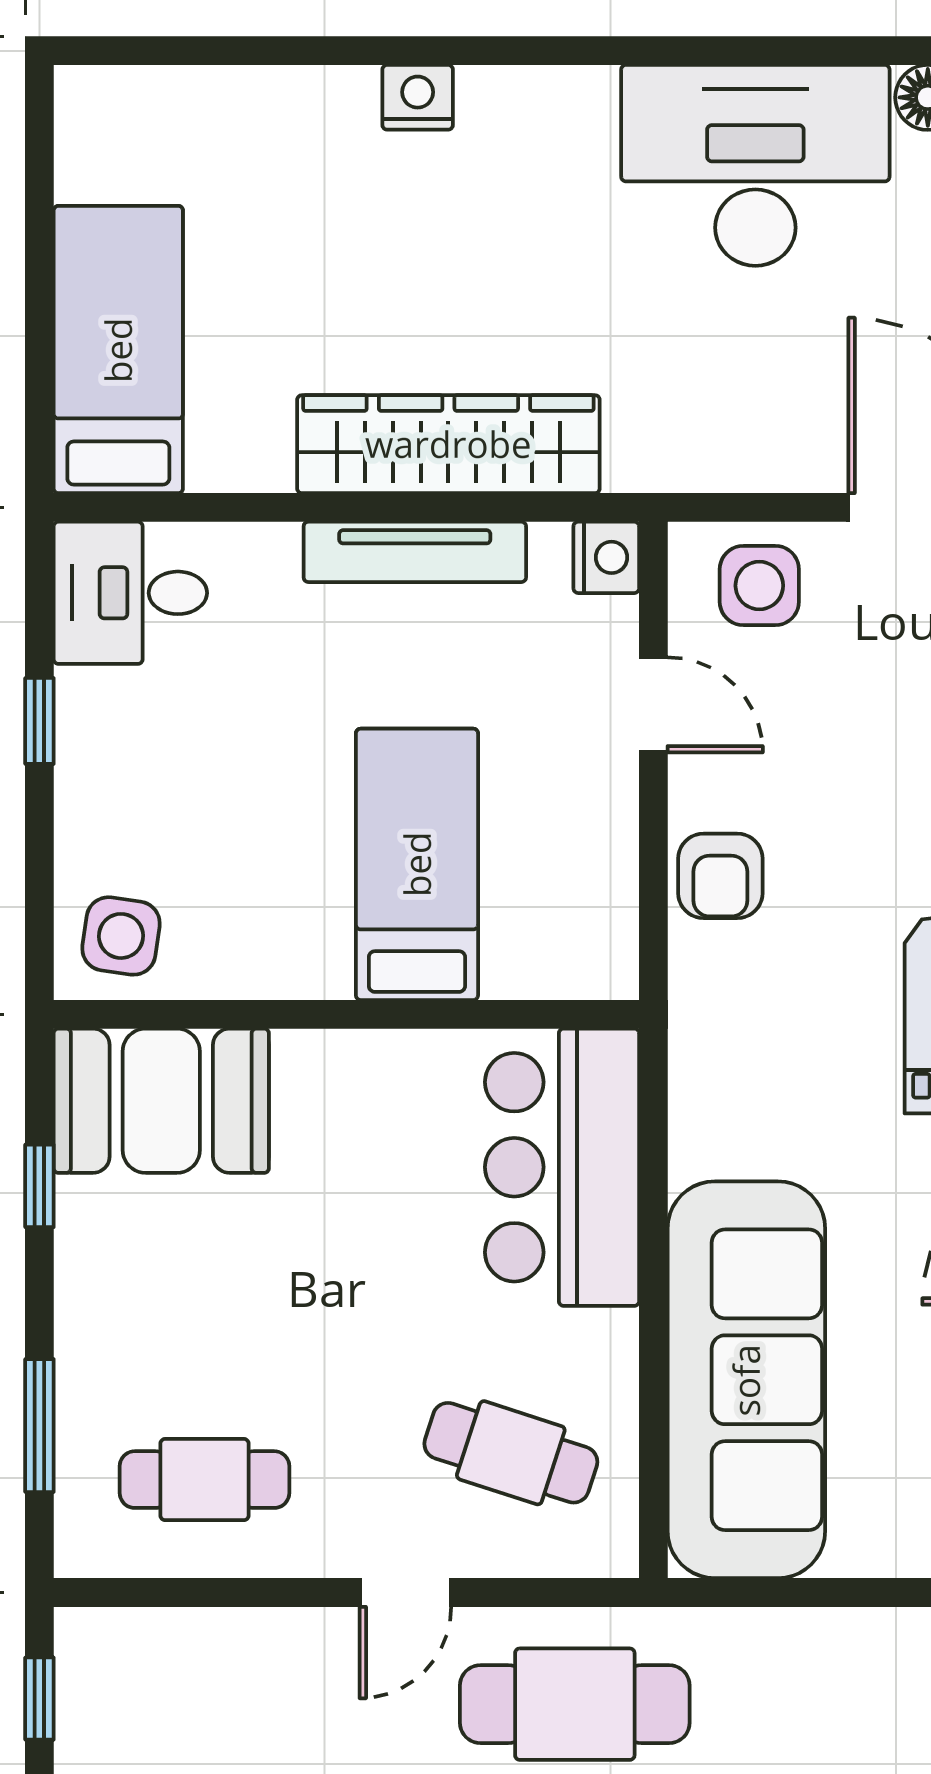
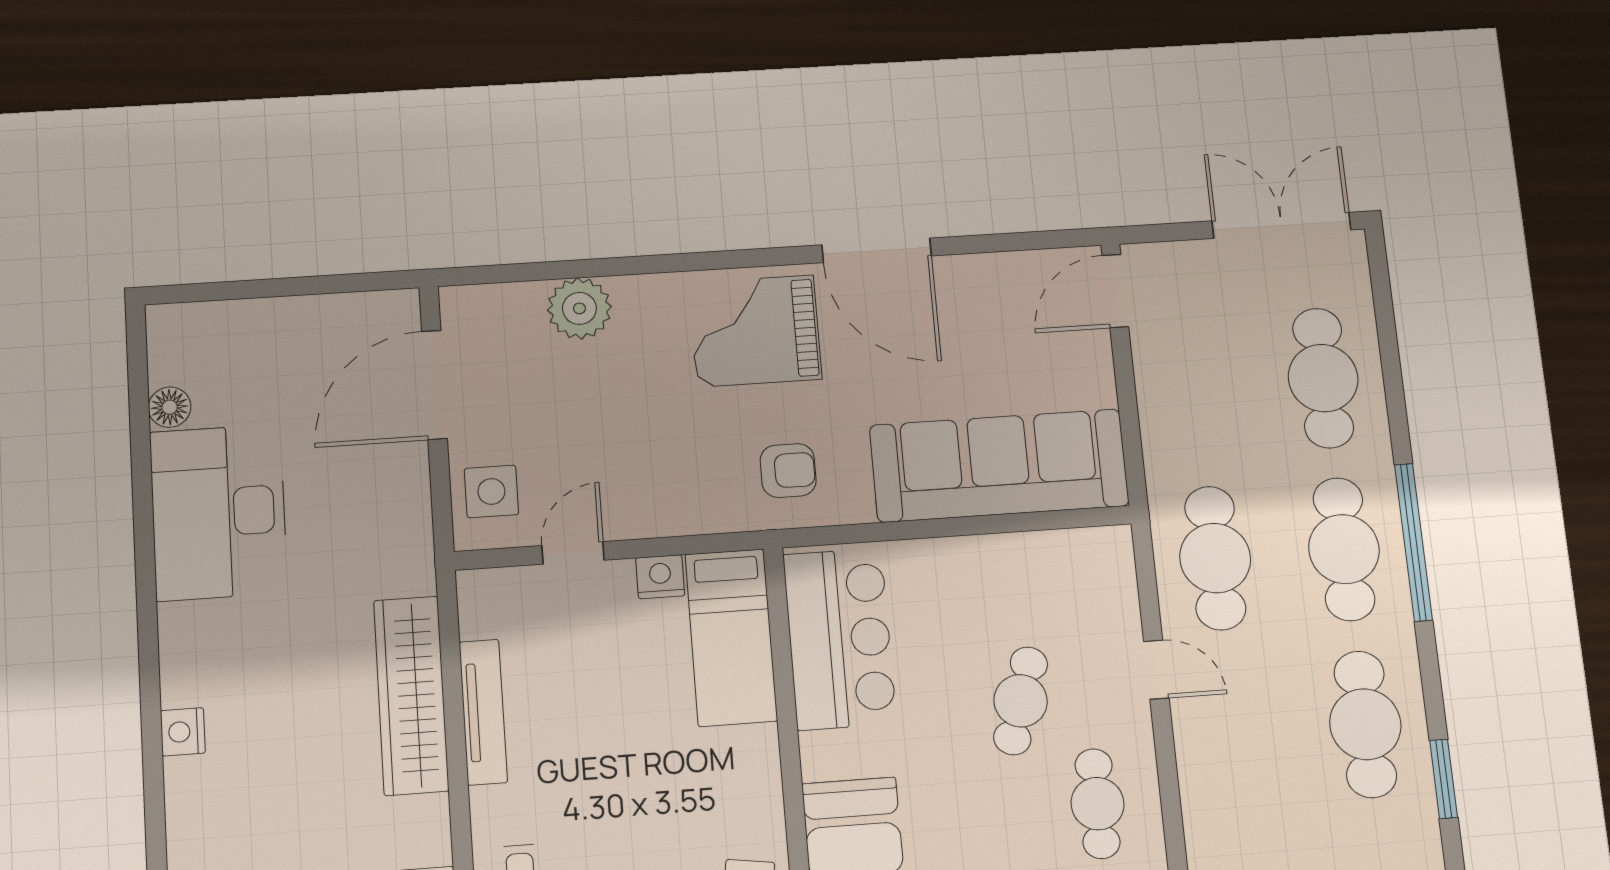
nightstand: (606, 557) -> (660, 577), moved
bed: (417, 864) -> (731, 637), moved, turned -90
armchair: (720, 876) -> (788, 470), moved
bar counter: (562, 1167) -> (839, 639), moved, turned -90
cafe table: (511, 1453) -> (1021, 701), moved

